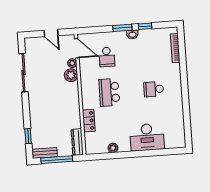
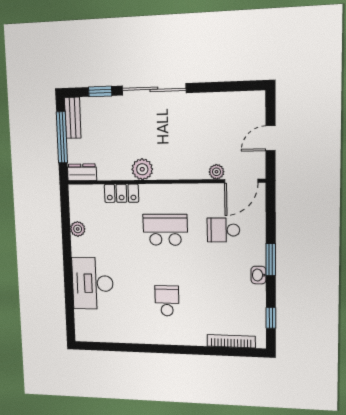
window: (145, 26) -> (271, 318), moved
sliding door: (24, 73) -> (154, 89), moved
plant: (71, 75) -> (142, 169), moved
dresser: (77, 142) -> (82, 172), width x0.70

